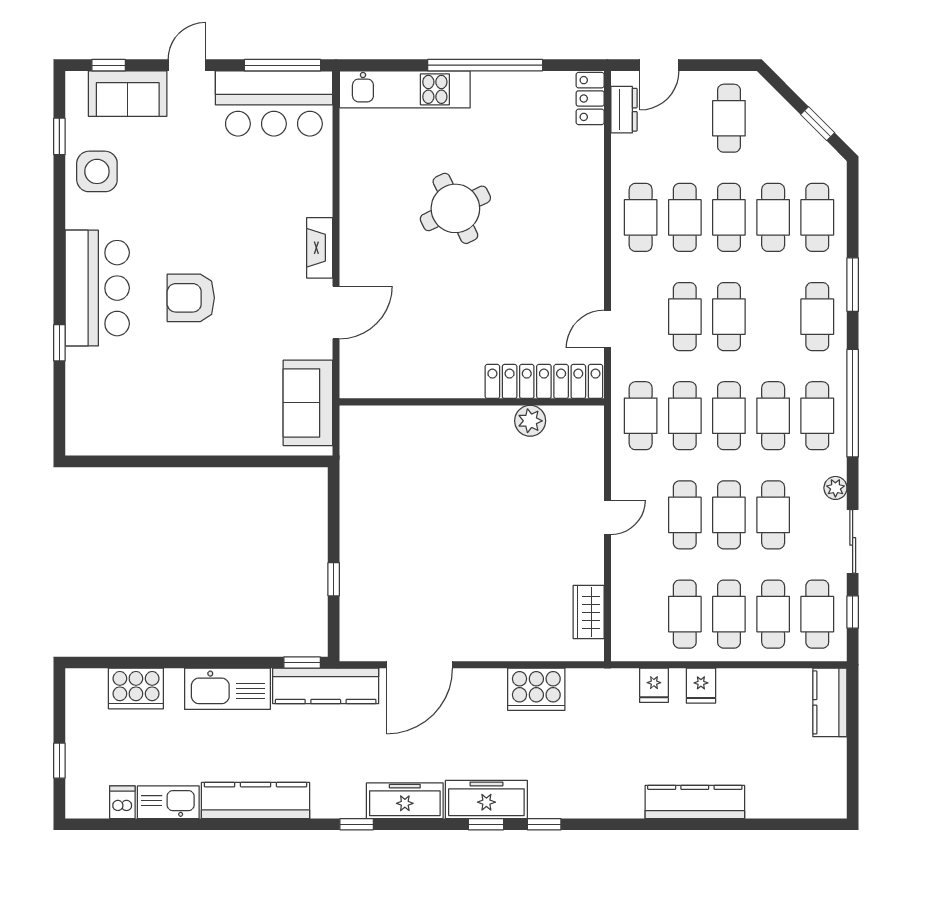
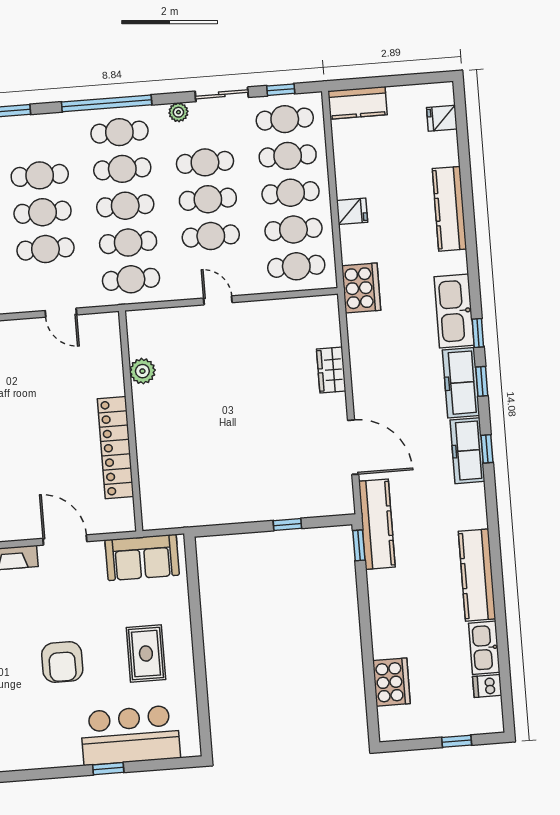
bar counter: (97, 288) -> (130, 735), moved
cafe table: (817, 317) -> (40, 175), moved
locker: (544, 381) -> (115, 448), moved
rug: (193, 398) -> (146, 654), added
wardrobe: (589, 612) -> (331, 370), moved, turned 90
cafe table: (641, 614) -> (296, 266), added
fridge: (654, 685) -> (442, 118), moved, turned 180
kitchen sink: (227, 689) -> (454, 311), moved, turned 180
cooker: (536, 689) -> (361, 288), moved
window: (357, 824) -> (487, 449), moved

